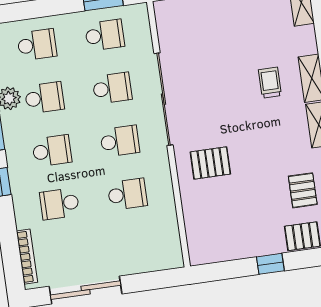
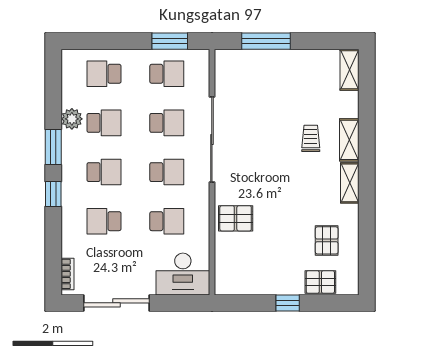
school desk: (37, 45) -> (104, 74), turned 180
pallet: (210, 163) -> (236, 218), moved
desk: (153, 249) -> (183, 274), added
bookcase: (27, 257) -> (68, 274), width x0.64

